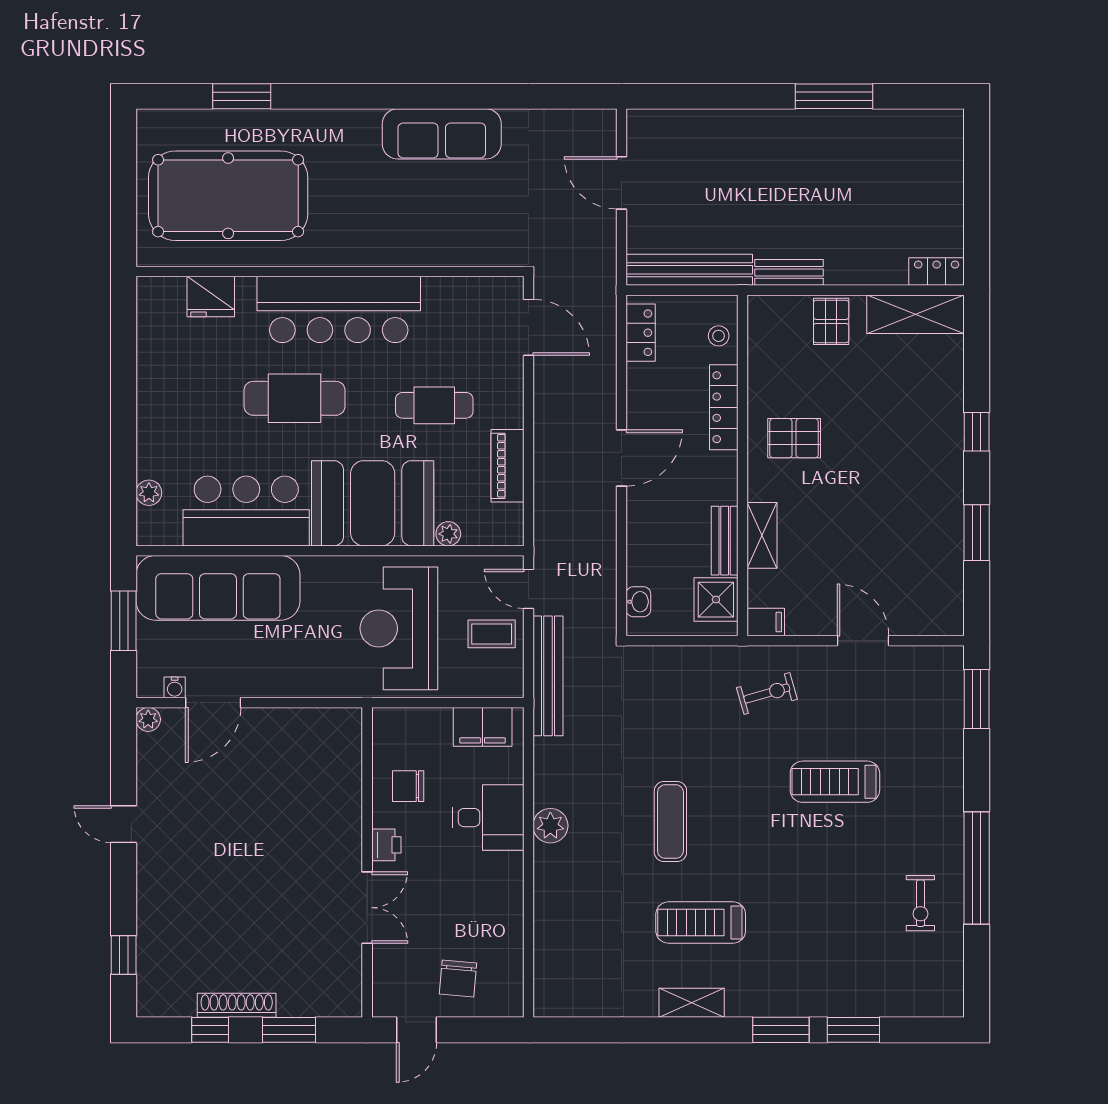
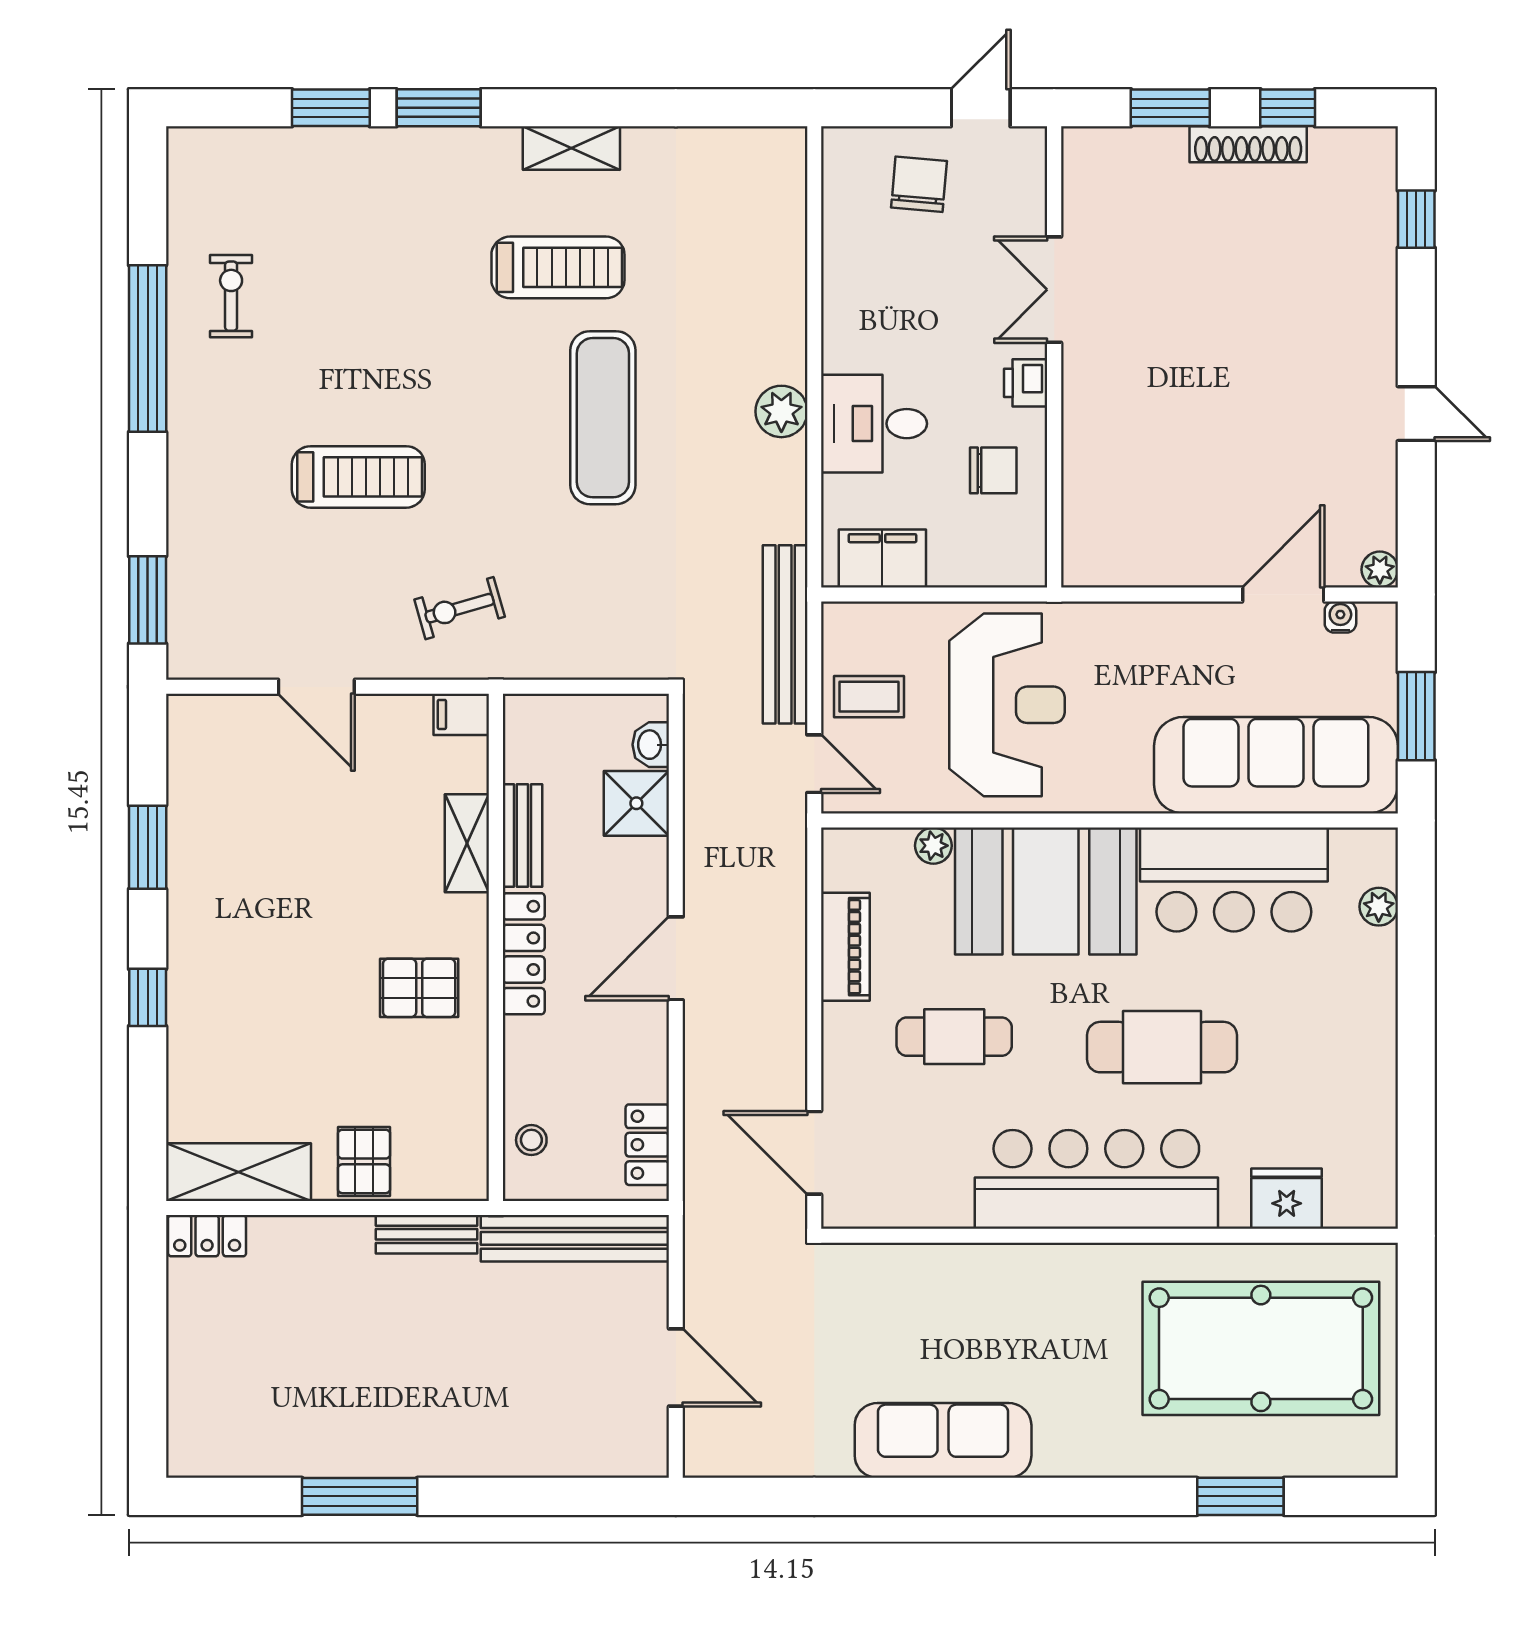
locker: (724, 407) -> (524, 954), moved
shower: (716, 600) -> (636, 803), moved
exercise mat: (670, 822) -> (603, 418), width x1.36, depth x1.45

